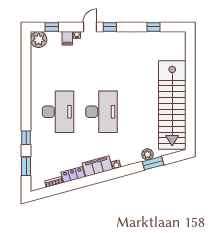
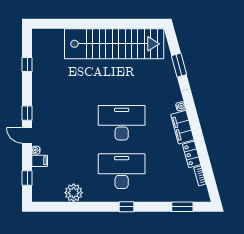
plant: (39, 39) -> (74, 193), moved
window: (26, 138) -> (127, 207), moved
plant: (148, 154) -> (169, 71), removed

